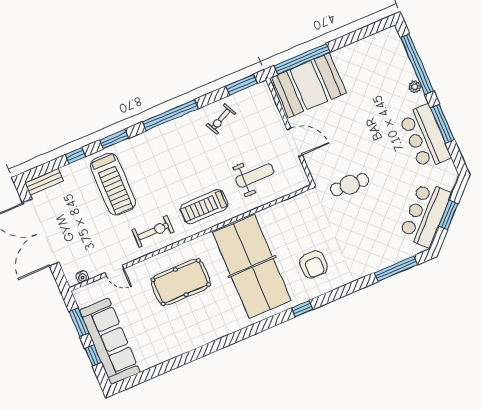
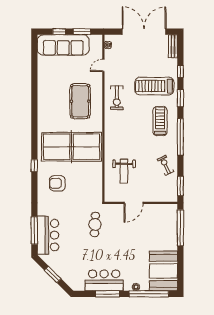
booth: (309, 85) -> (163, 271), moved
treadmill: (204, 207) -> (160, 121), moved
bar counter: (425, 214) -> (48, 235), moved, turned 45

